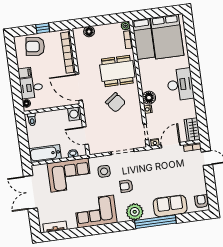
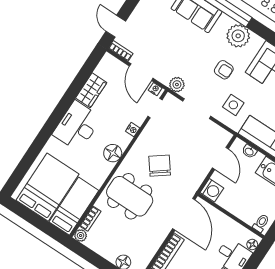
floor lamp: (149, 98) -> (113, 153), moved
wardrobe: (192, 130) -> (91, 90), moved
door: (171, 145) -> (141, 72), hinge flipped
plant: (145, 155) -> (177, 85), added

